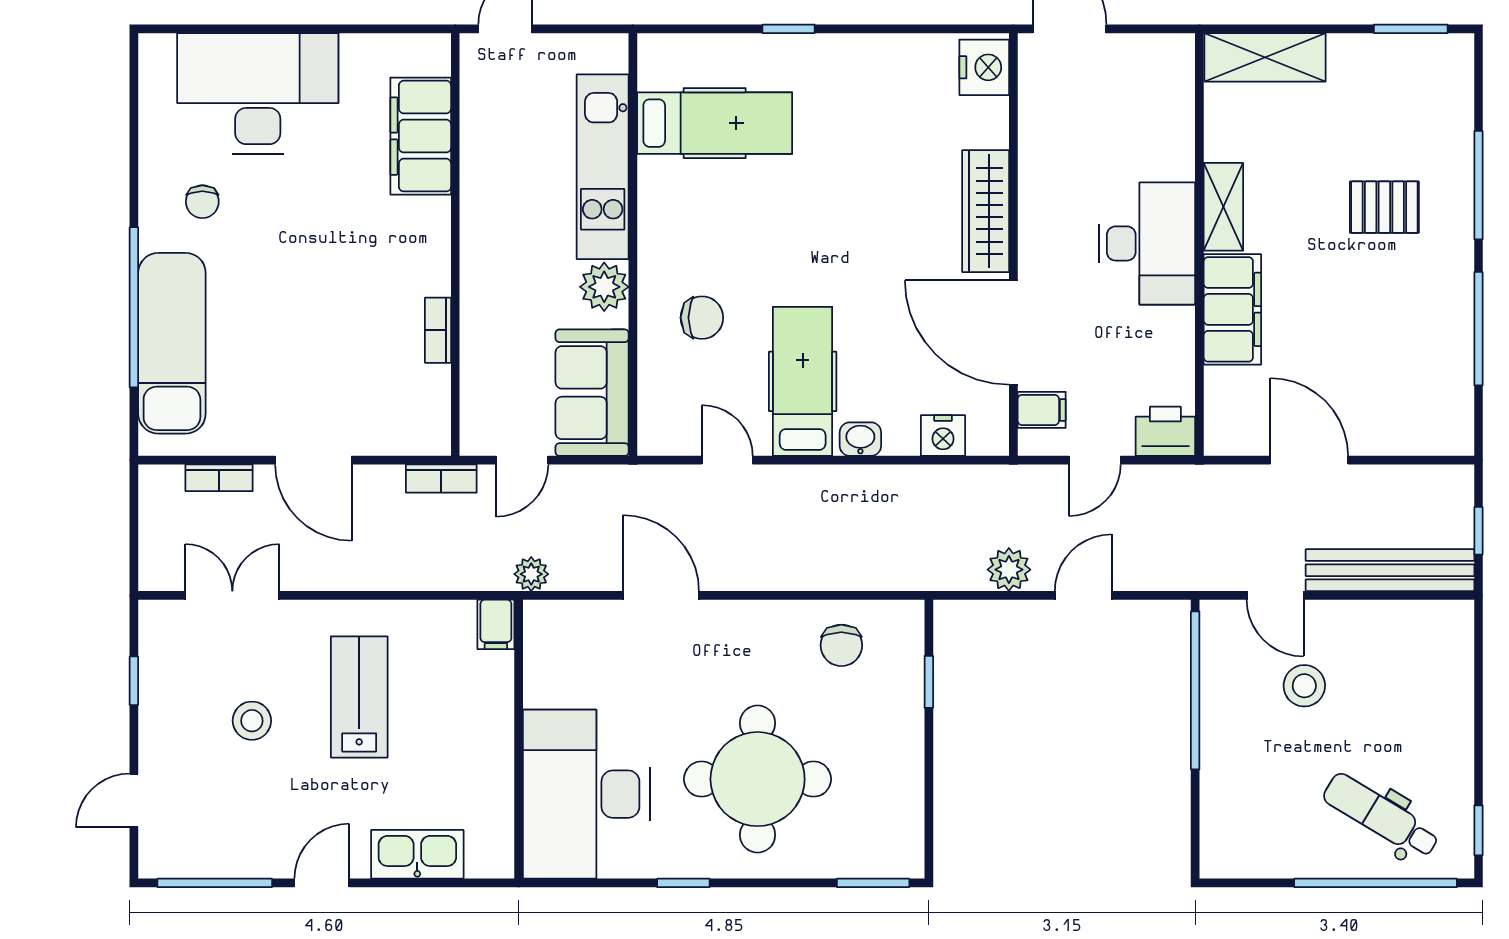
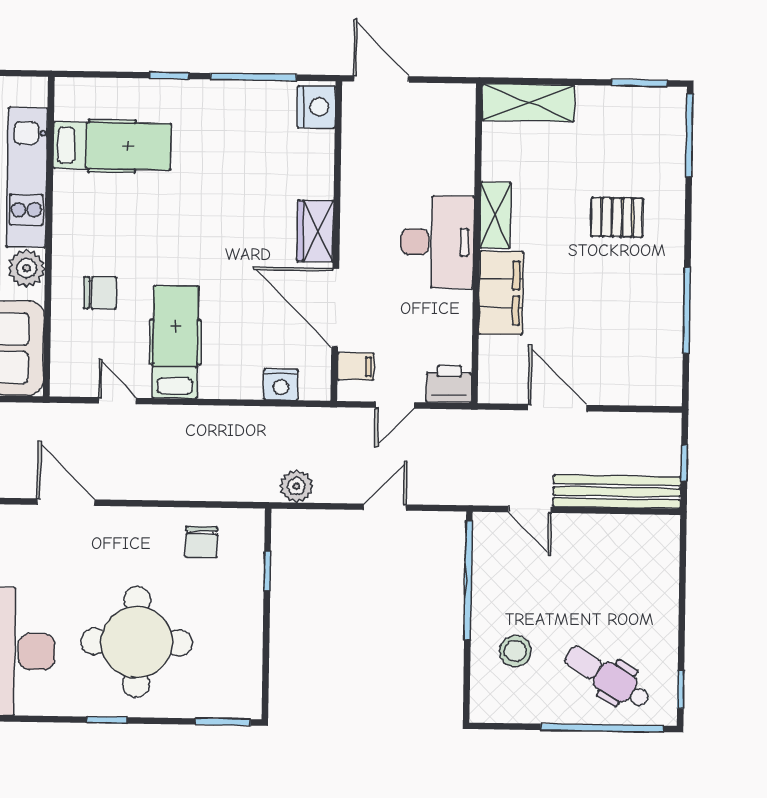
window: (900, 29) -> (253, 77), added
window: (1479, 185) -> (689, 135), moved
wardrobe: (986, 211) -> (315, 231), width x0.67
washbasin: (860, 439) -> (218, 386), removed
plant: (1009, 570) -> (296, 486), moved
stool: (1304, 686) -> (515, 651), moved
window: (683, 883) -> (107, 720), moved

